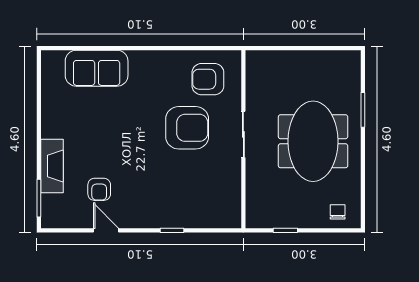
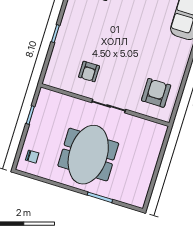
armchair: (187, 128) -> (89, 72), moved, width x0.53, depth x0.53
meeting table: (313, 141) -> (88, 155), turned 90

